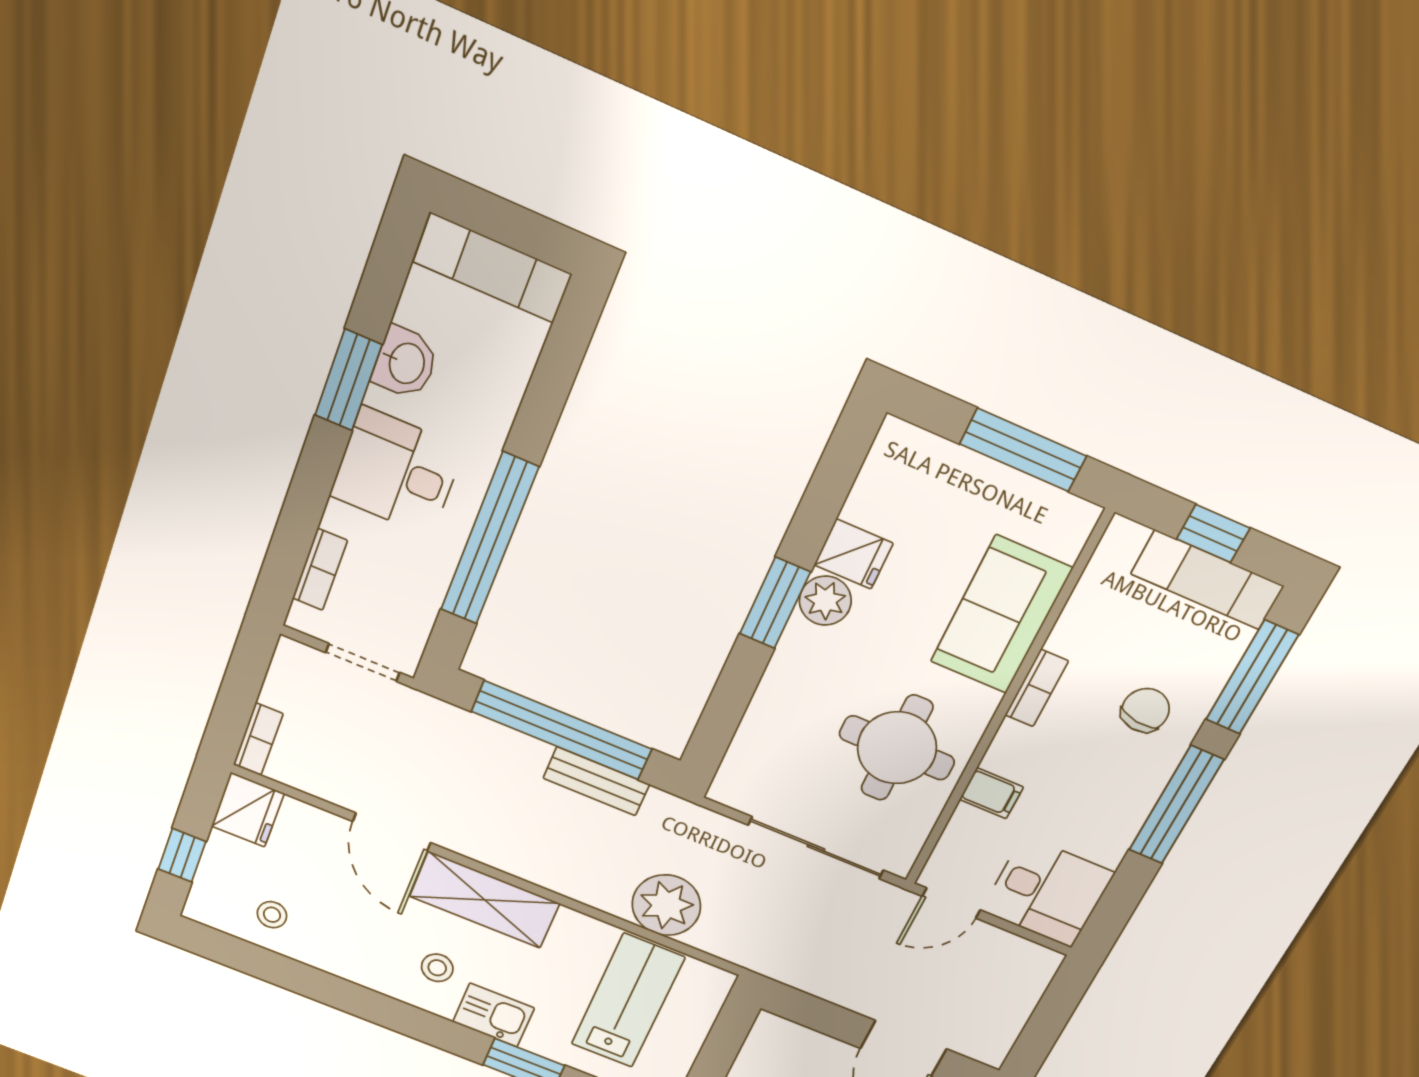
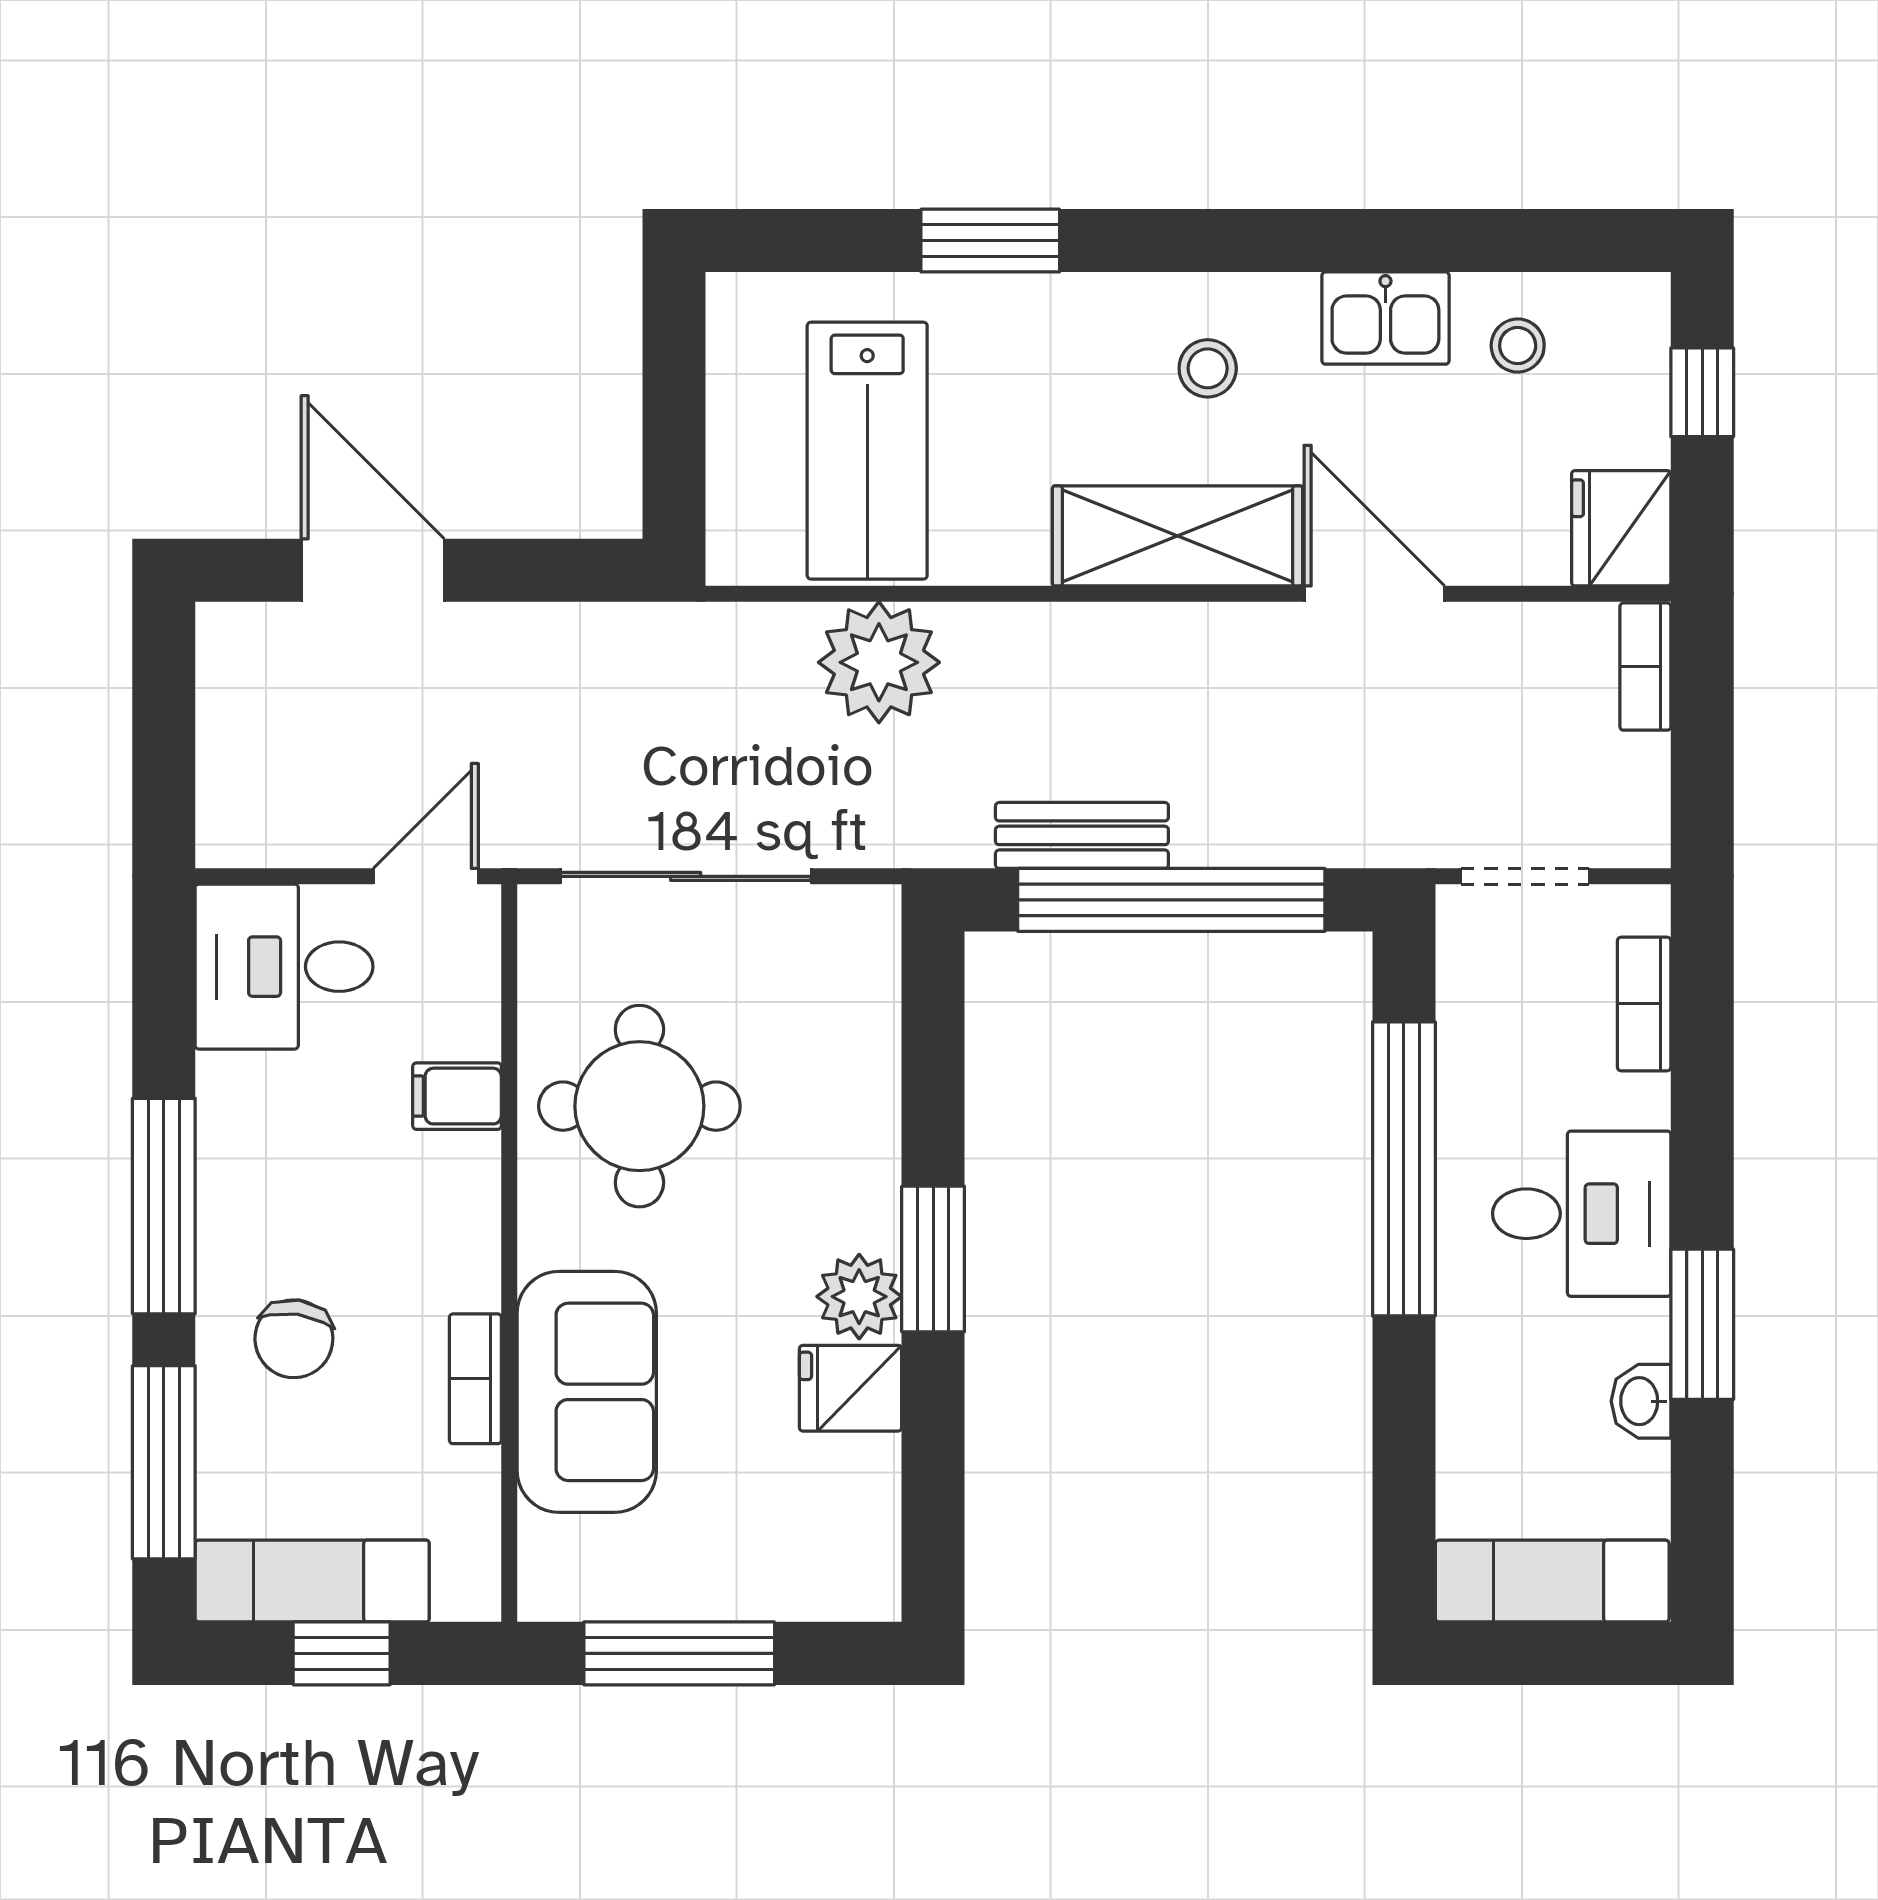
washbasin: (405, 363) -> (1641, 1401), width x0.72, depth x0.69
bookcase: (1037, 688) -> (475, 1379), moved
kitchen sink: (493, 1015) -> (1385, 318), moved

